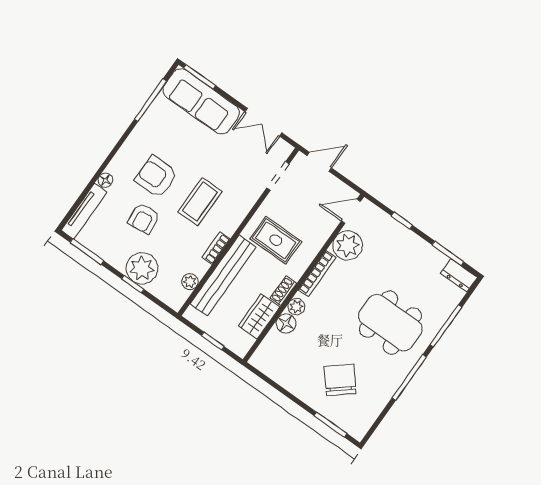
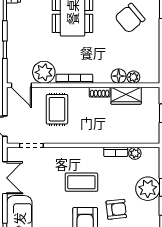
rug: (276, 240) -> (57, 109), moved
bookcase: (216, 248) -> (116, 152), moved
bench: (223, 276) -> (117, 136), removed
plant: (296, 307) -> (133, 77), moved

